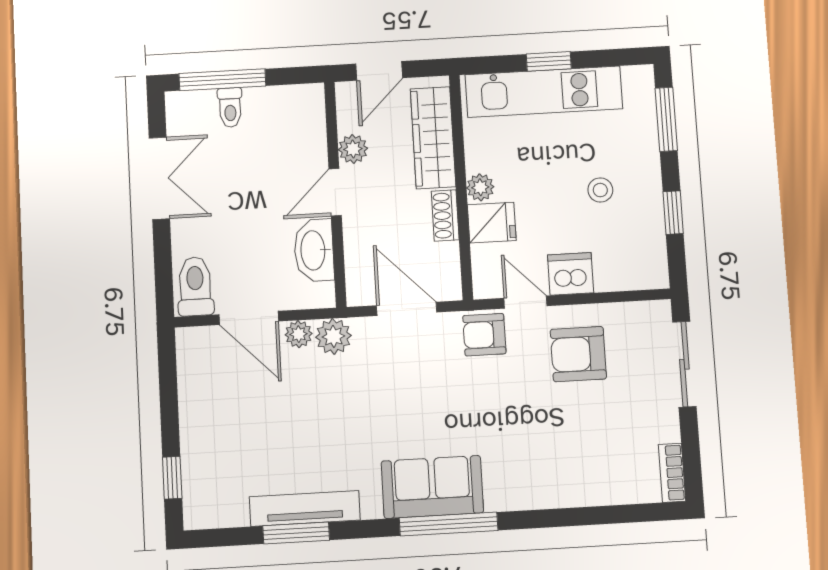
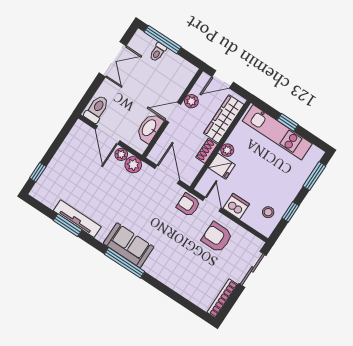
stool: (600, 190) -> (268, 212), moved
bookcase: (672, 473) -> (222, 298), width x1.56

